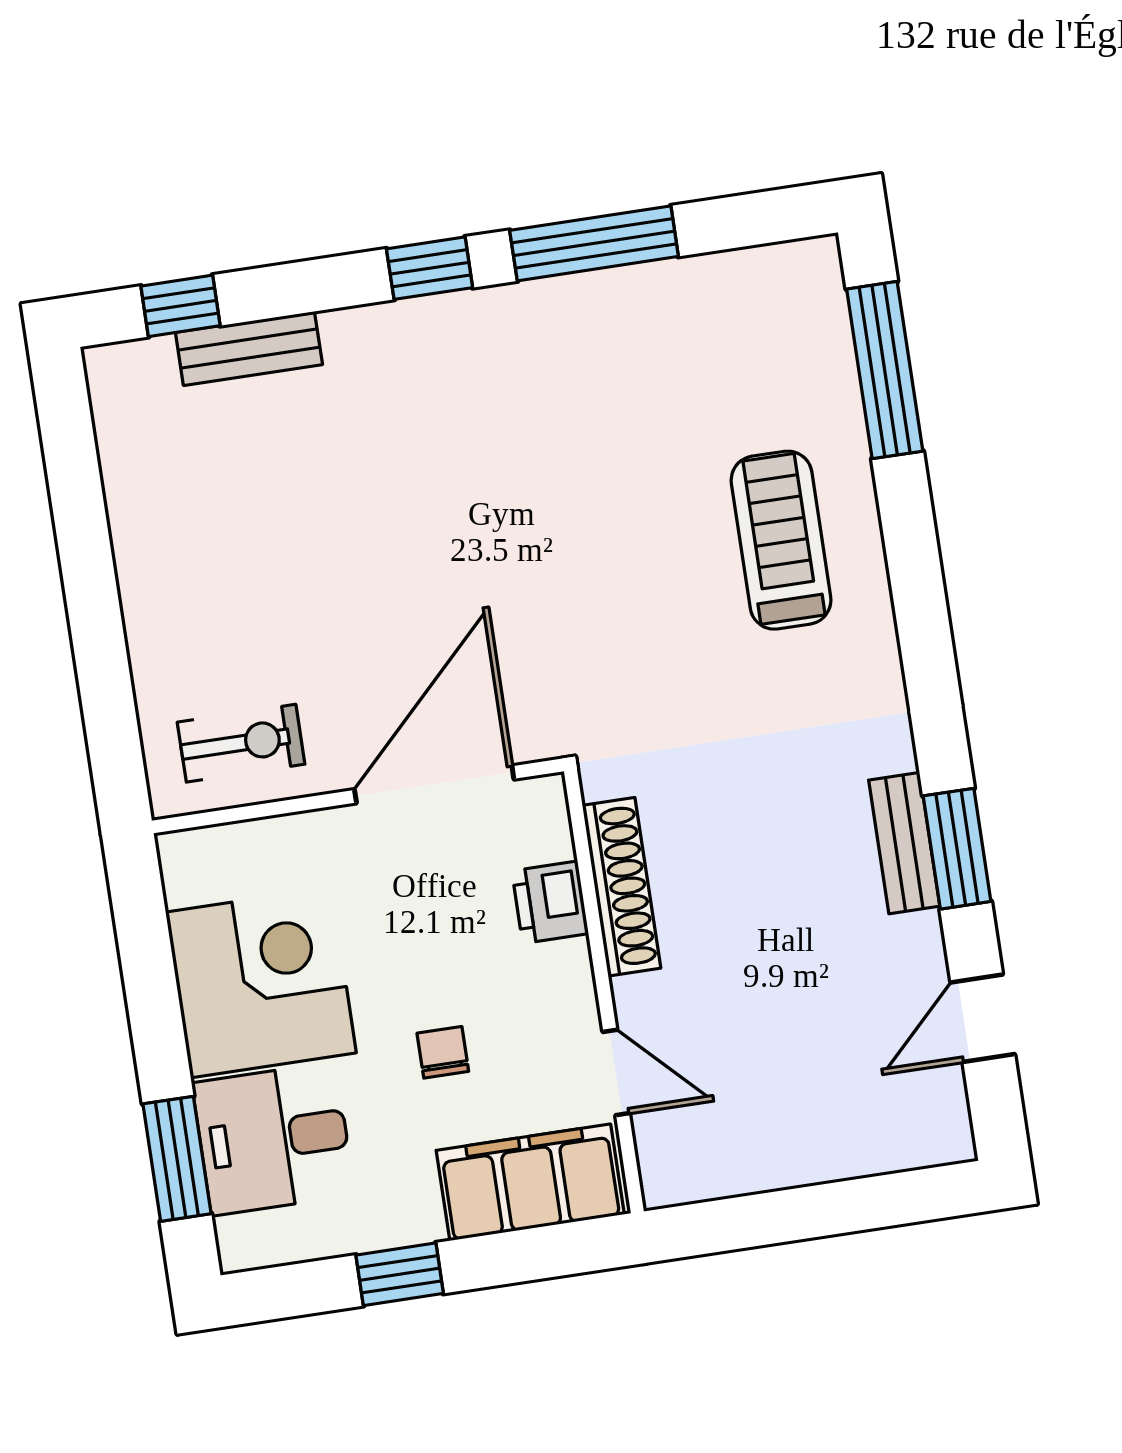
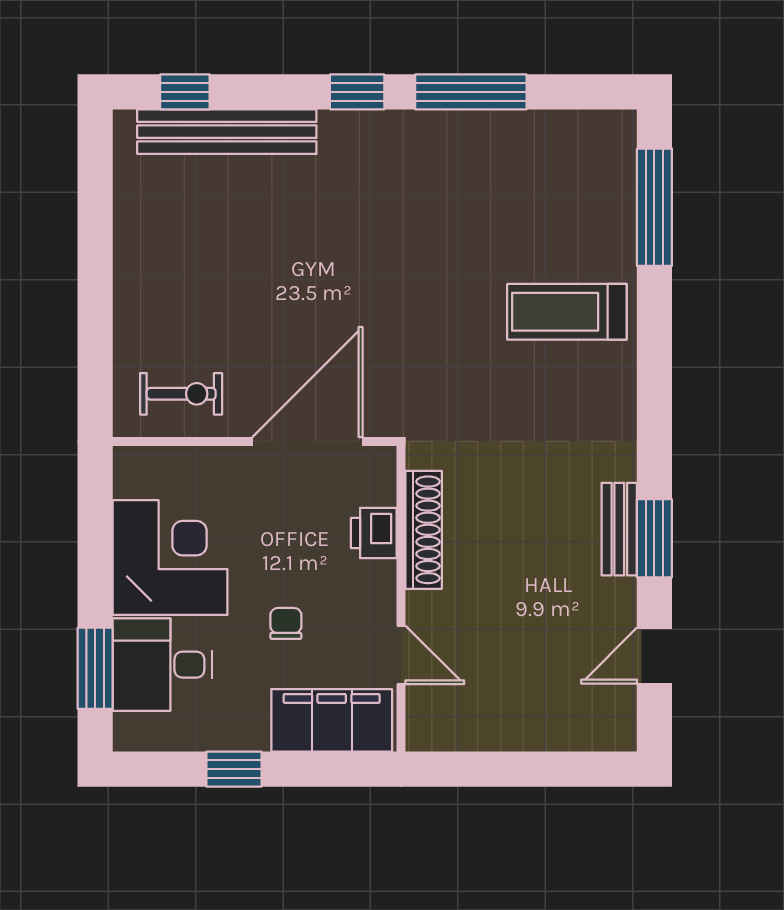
bench: (249, 349) -> (227, 132), width x1.86, depth x1.21
treadmill: (781, 540) -> (567, 312), turned -90

